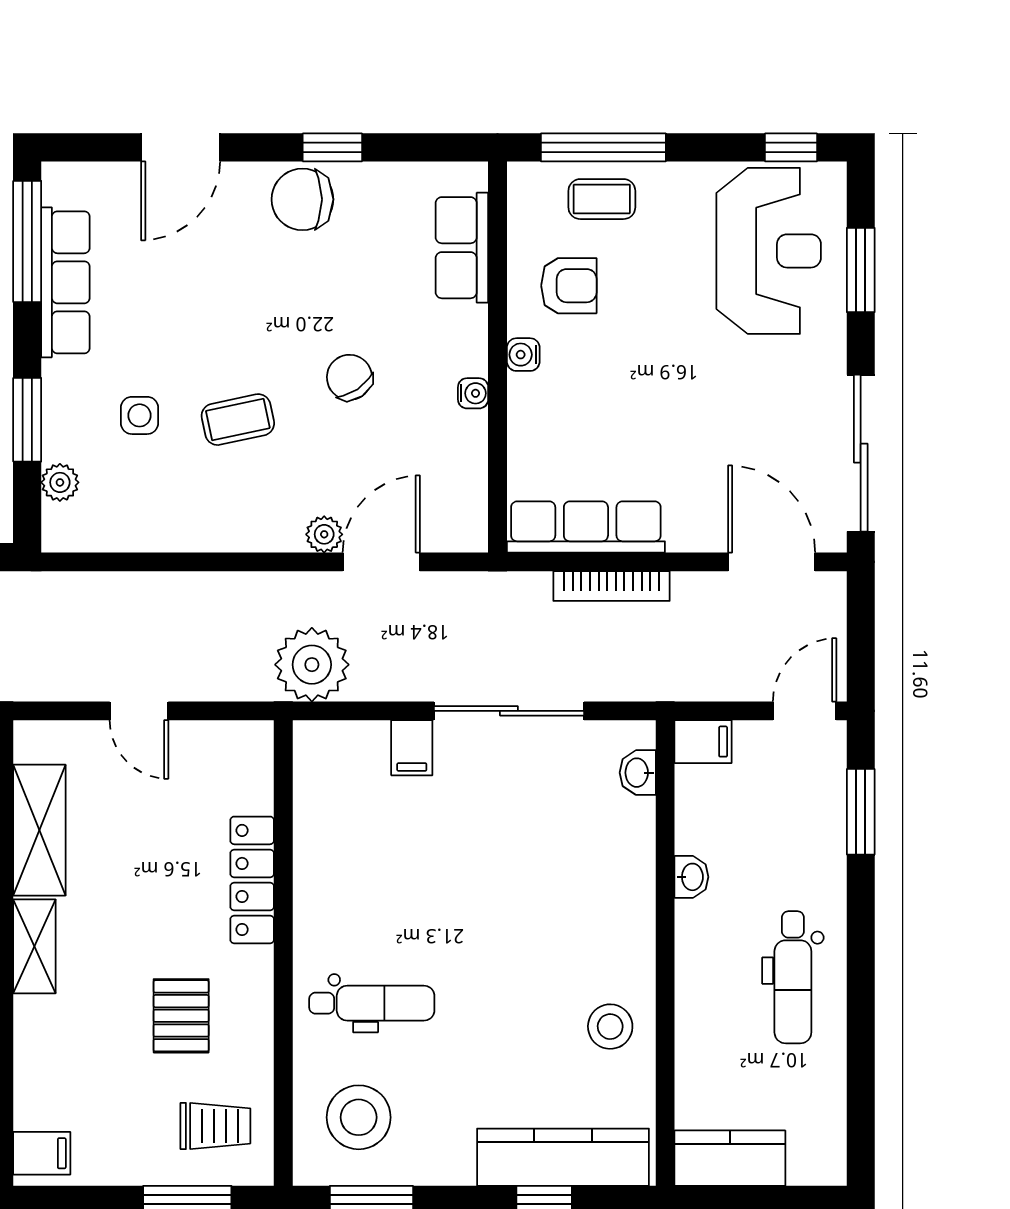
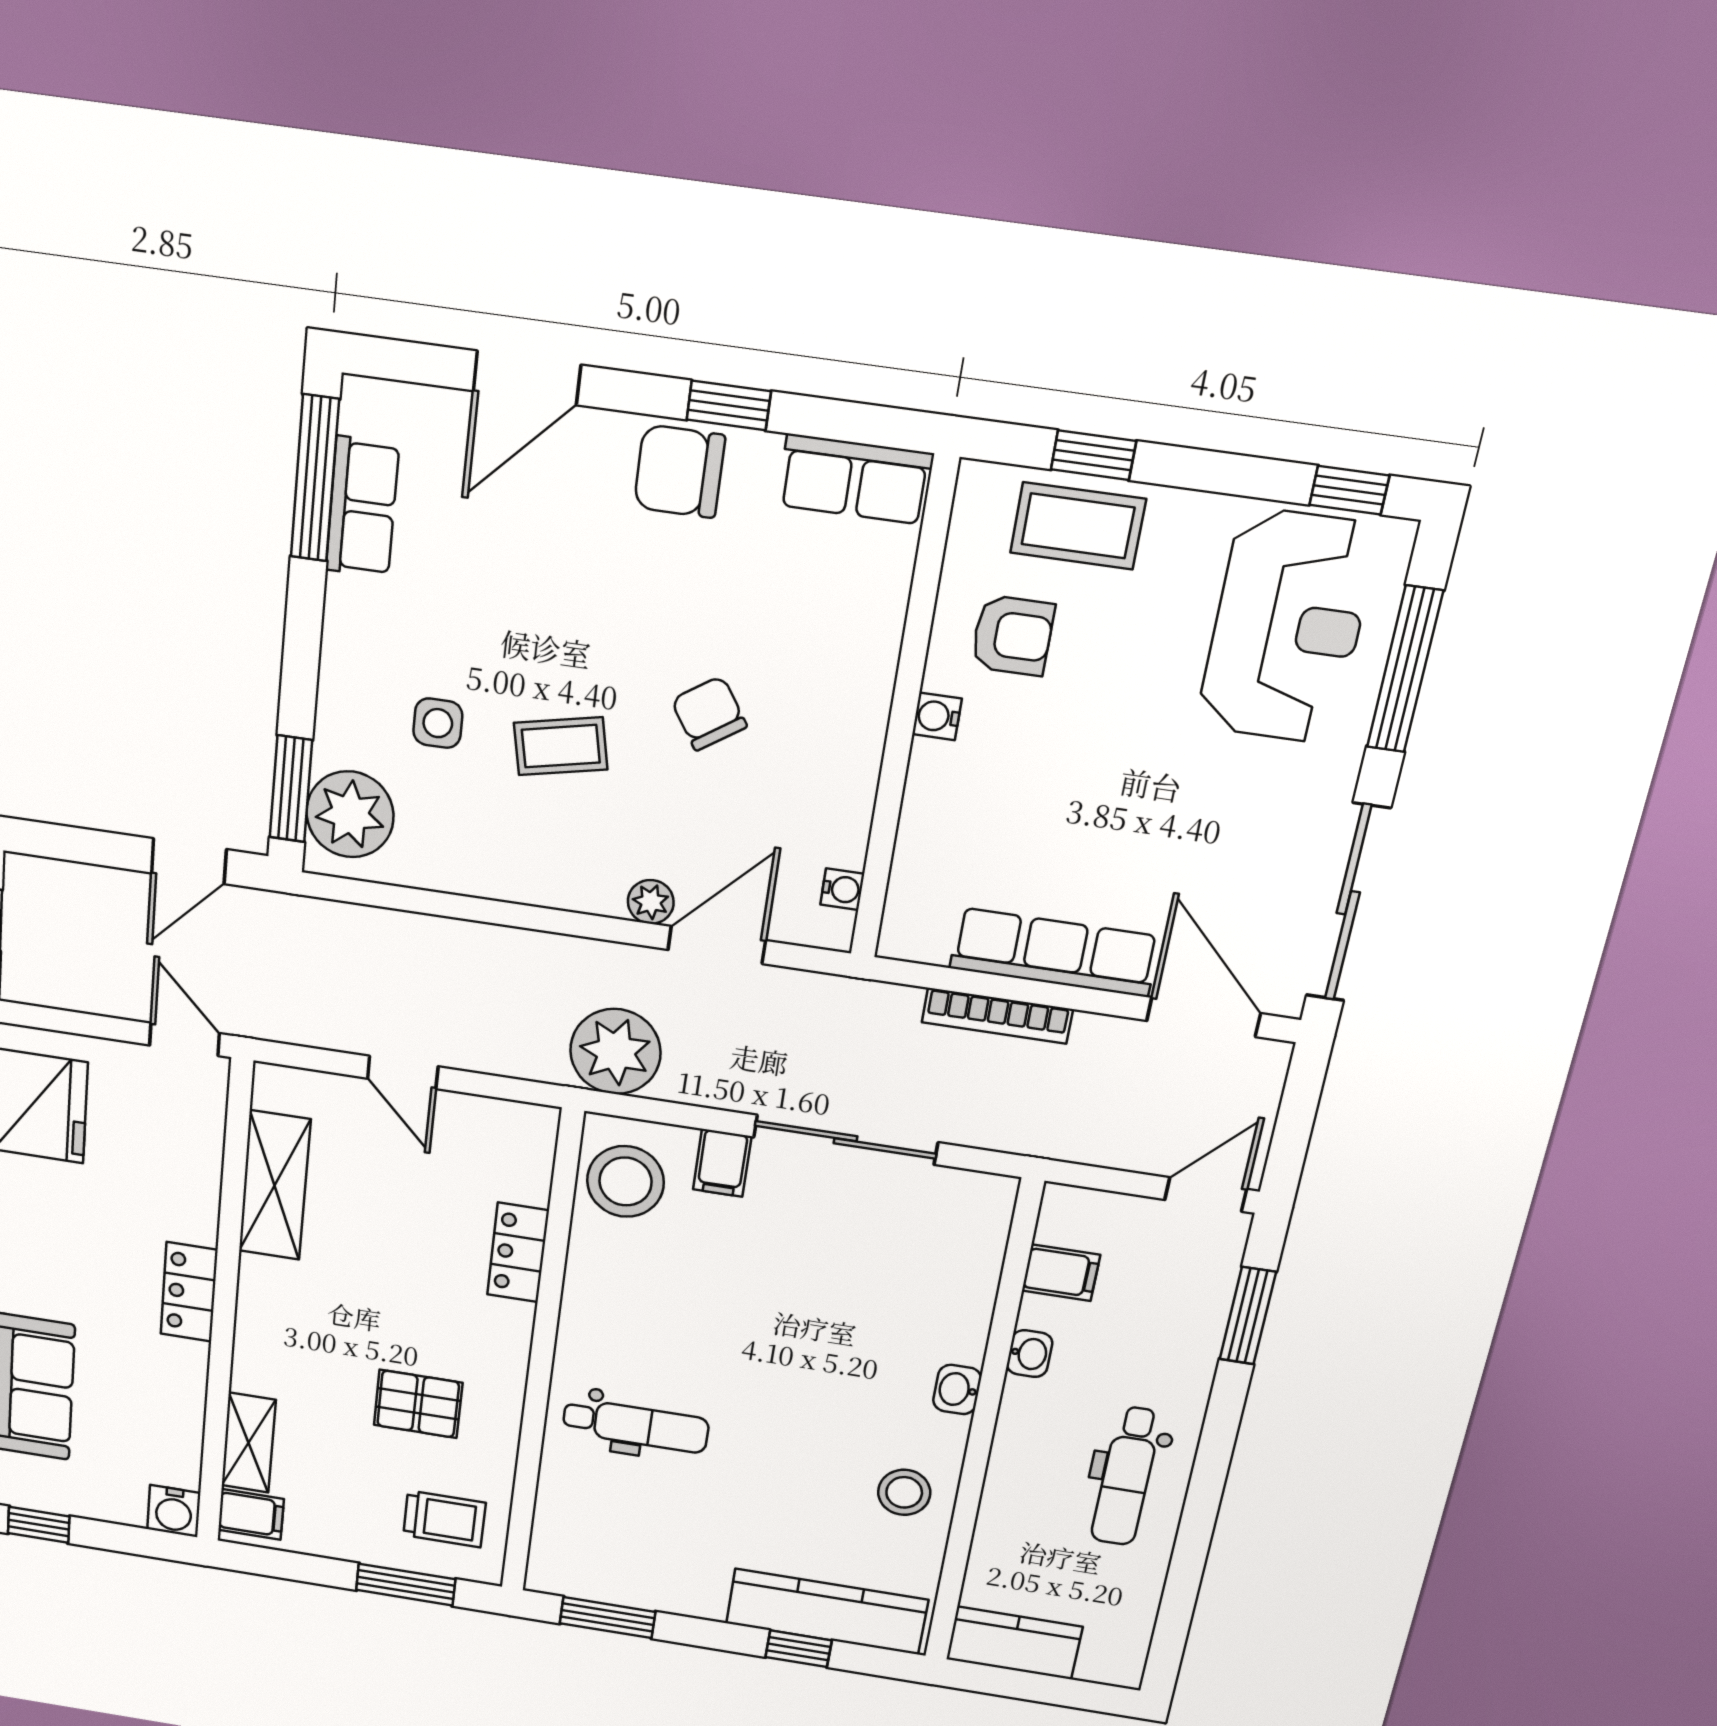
window: (603, 147) -> (1093, 455), width x0.46
coffee table: (602, 199) -> (1078, 526), width x1.36, depth x1.30
row of seats: (462, 248) -> (855, 479), moved, turned -90
window: (861, 270) -> (1405, 669), width x1.44
row of seats: (65, 282) -> (362, 507), width x0.68
water cooler: (473, 393) -> (842, 889), moved
window: (27, 420) -> (291, 789), moved
plant: (60, 482) -> (350, 814), width x1.87, depth x1.87
row of seats: (586, 527) -> (1054, 952), moved
filing cabinet: (703, 742) -> (1061, 1273), moved
washbasin: (638, 773) -> (957, 1390), moved
locker: (252, 880) -> (518, 1253), width x0.66
shelving: (34, 946) -> (248, 1443), moved
pallet: (181, 1016) -> (418, 1404), turned 90
stool: (359, 1117) -> (625, 1181), moved

